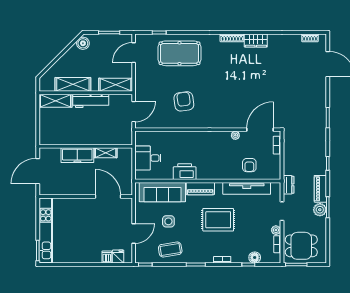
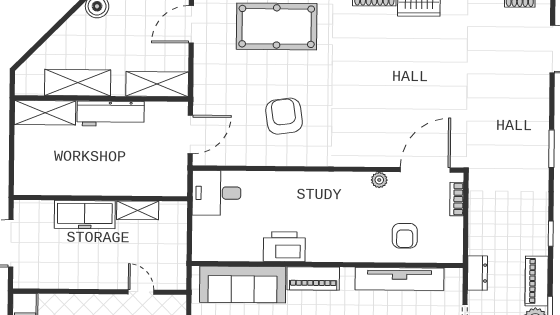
desk: (148, 158) -> (217, 193), moved
door: (108, 197) -> (141, 292), width x0.53

